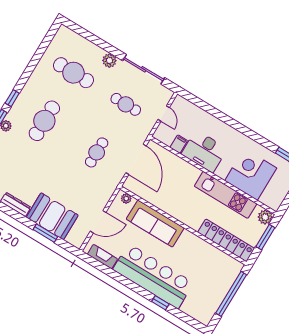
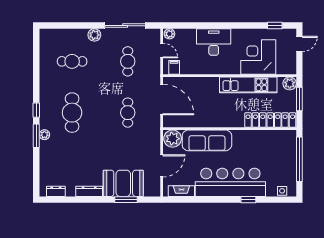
cafe table: (73, 73) -> (72, 61), width x0.73, depth x0.74
plant: (181, 102) -> (169, 34), added
cafe table: (126, 104) -> (128, 61), turned 90
filing cabinet: (179, 144) -> (174, 67), moved
desk: (204, 151) -> (214, 42), moved, turned 180
plant: (126, 199) -> (173, 139), width x1.88, depth x1.88
side table: (197, 314) -> (282, 191), added

